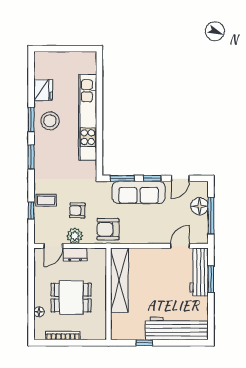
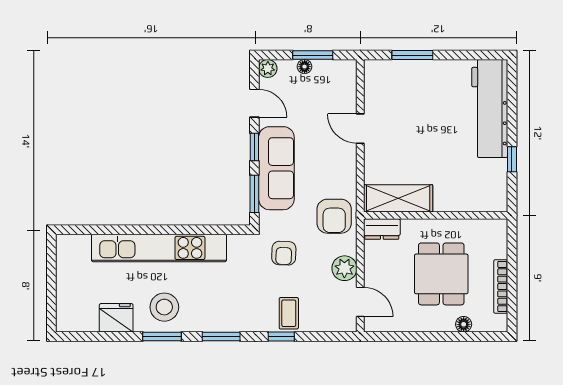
plant: (202, 187) -> (268, 68), added
floor lamp: (199, 206) -> (305, 67), width x0.53, depth x0.53
armchair: (77, 210) -> (284, 253), moved
window: (31, 211) -> (281, 337), moved
window: (211, 216) -> (313, 55), width x0.69
door: (180, 246) -> (360, 129), moved
dresser: (75, 255) -> (382, 229), moved, turned 90
workbench: (199, 272) -> (401, 73), removed
shelving: (119, 280) -> (398, 198), width x0.68

